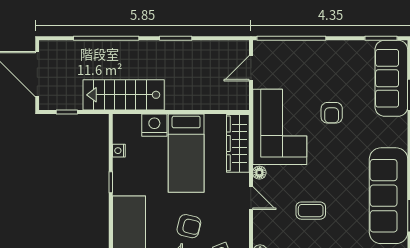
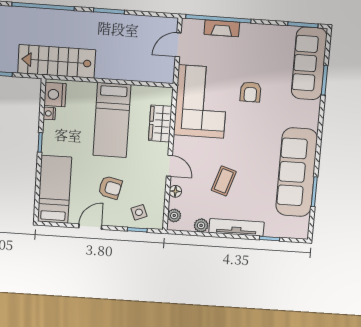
fireplace: (296, 48) -> (222, 28), added
nightstand: (154, 125) -> (55, 95), moved, turned -90
wardrobe: (238, 143) -> (160, 123), width x0.67
floor lamp: (259, 173) -> (175, 191), moved
coffee table: (311, 211) -> (224, 181), turned -72

